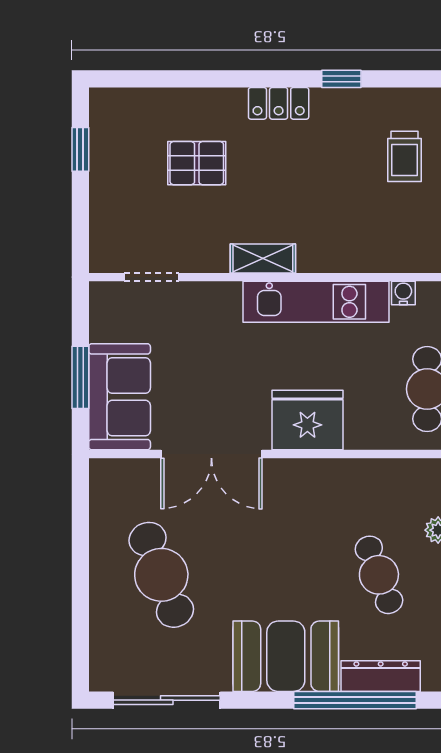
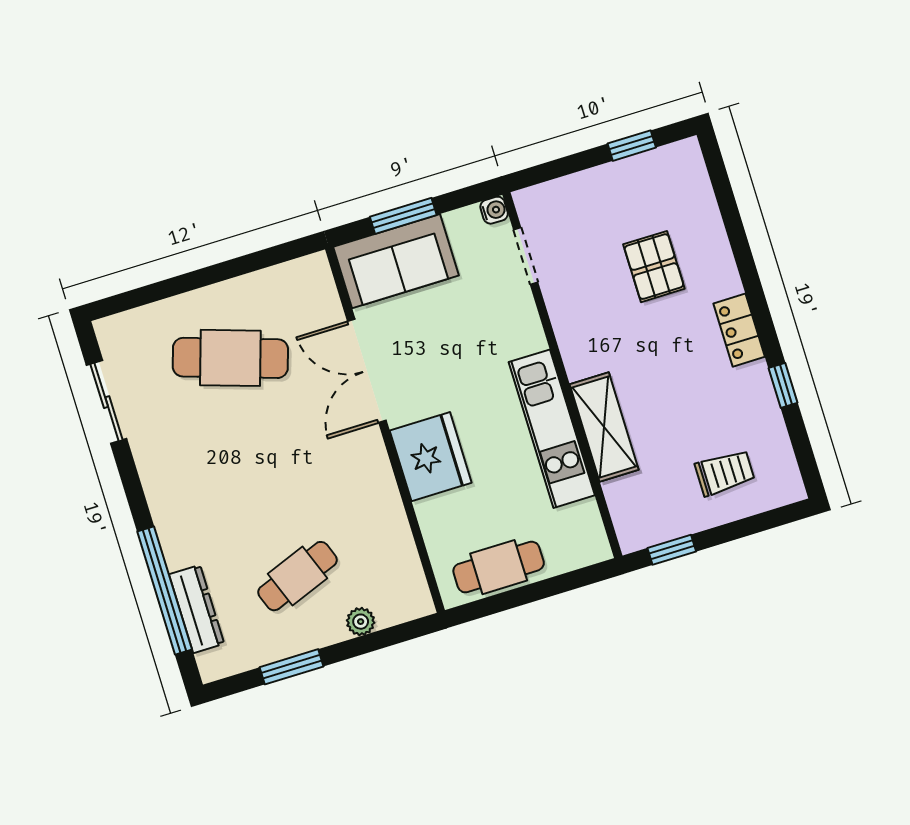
trolley: (405, 156) -> (725, 473), turned 180
shelving: (263, 258) -> (604, 427), moved, width x1.50, depth x1.33
water cooler: (403, 293) -> (494, 210), moved
cafe table: (161, 575) -> (230, 358), turned 39
booth: (286, 656) -> (187, 508), removed
sliding door: (167, 700) -> (107, 402), width x0.73

